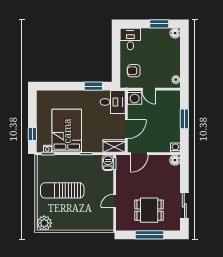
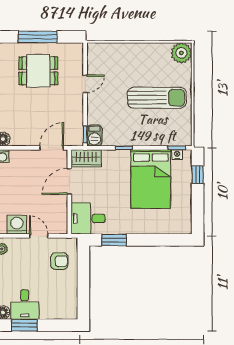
desk: (130, 39) -> (25, 304), moved
washing machine: (135, 97) -> (17, 225), moved

